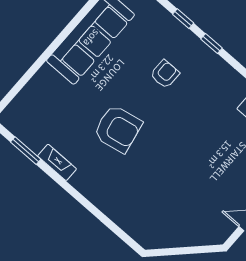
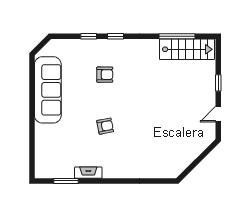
armchair: (165, 74) -> (105, 75), turned 90
armchair: (118, 129) -> (105, 126), width x0.53, depth x0.53

